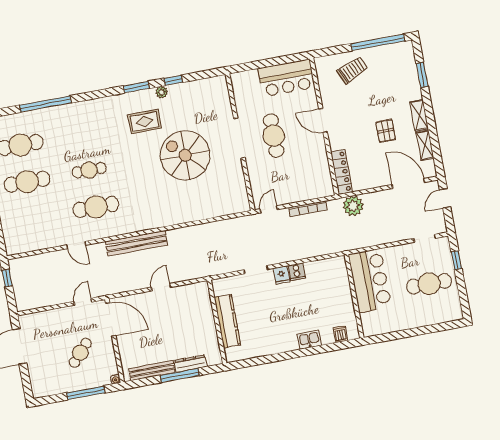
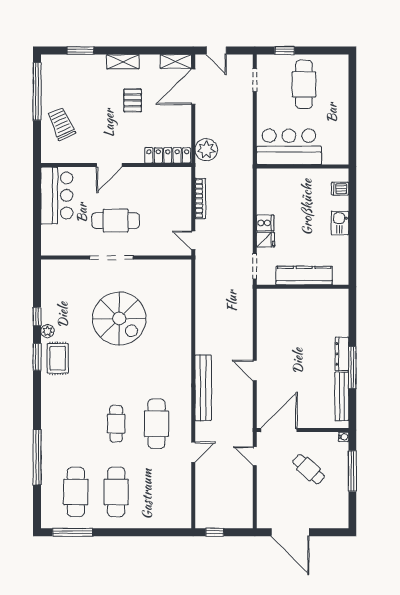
rug: (145, 122) -> (58, 358), moved
pallet: (386, 131) -> (133, 100), turned 90
shelving: (425, 145) -> (176, 61), moved
spiral stairs: (185, 155) -> (119, 319), turned -90
kitchen counter: (227, 321) -> (304, 276), moved
wall: (217, 322) -> (303, 287), moved

